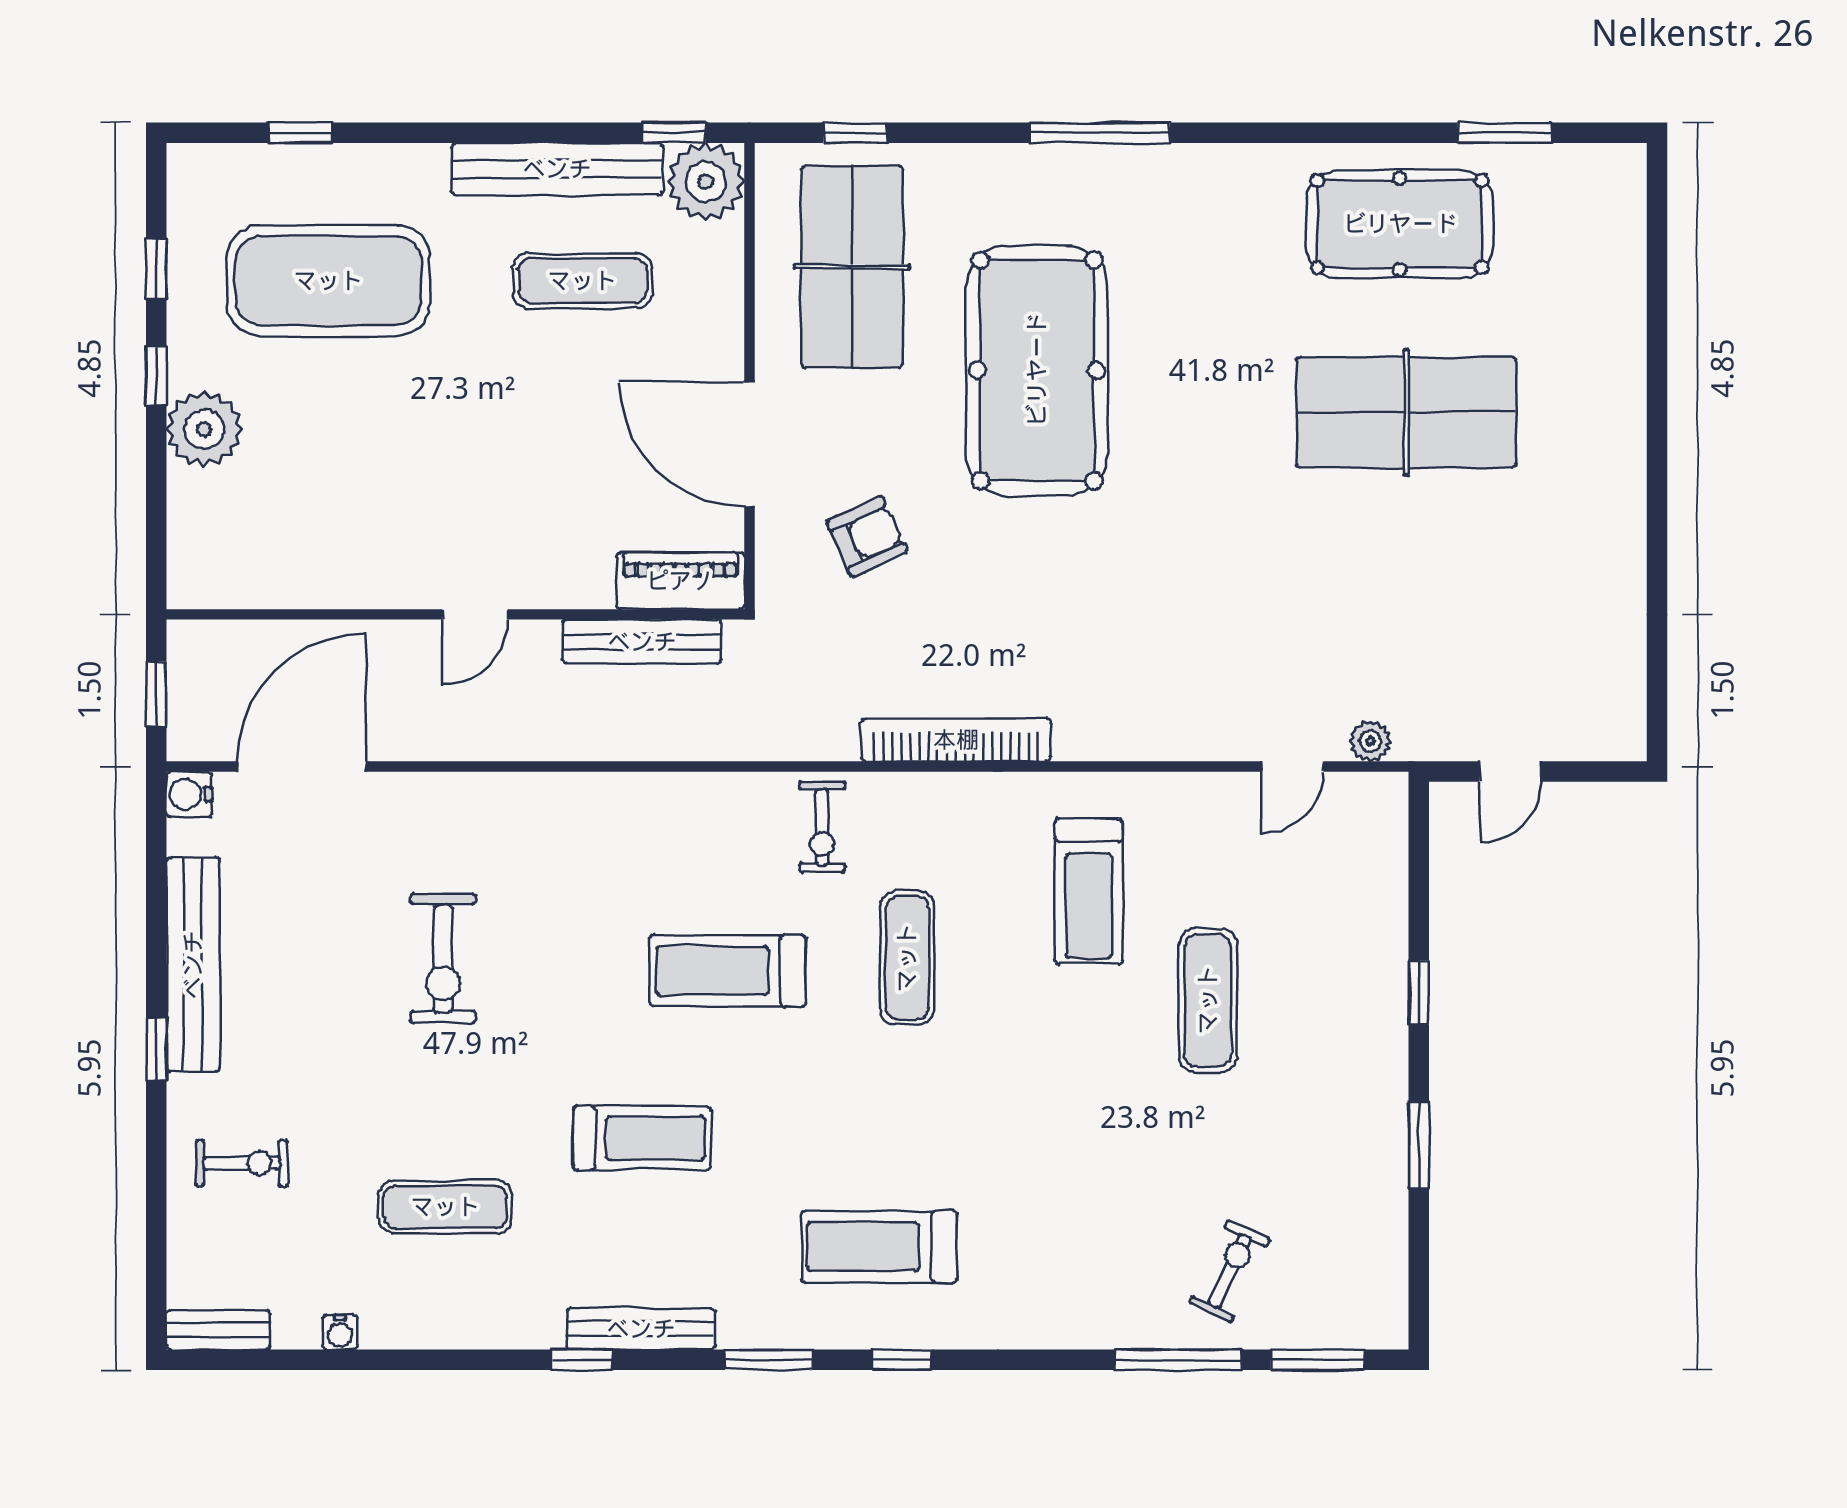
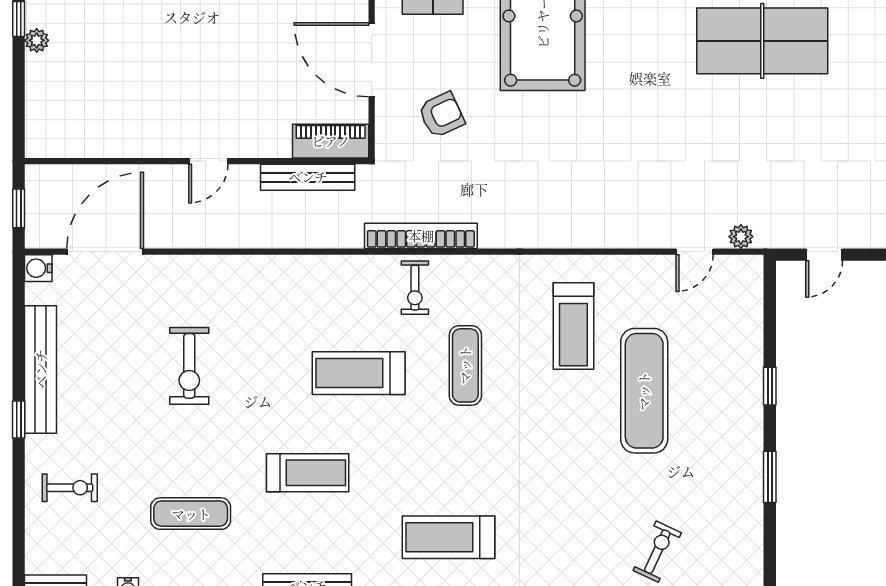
plant: (204, 429) -> (37, 40), width x0.53, depth x0.53
bookcase: (956, 740) -> (421, 236), moved
exercise mat: (1208, 1000) -> (644, 391), width x1.36, depth x1.45

